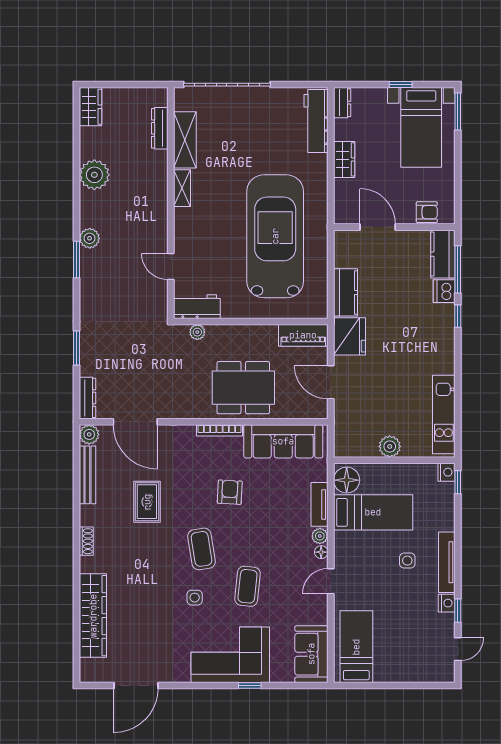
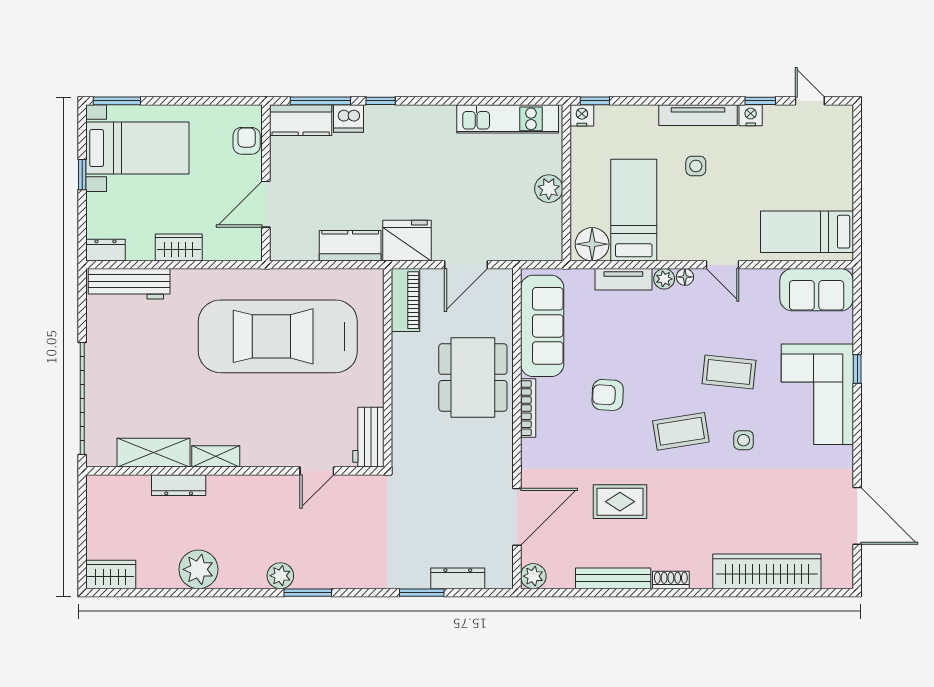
dresser: (160, 128) -> (179, 485), moved
plant: (197, 332) -> (401, 437), removed
dresser: (87, 398) -> (458, 578), moved
bench: (87, 475) -> (613, 578), moved

